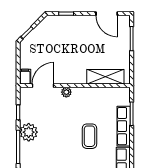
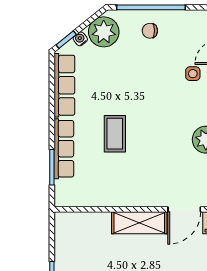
shelving: (105, 77) -> (139, 223), moved
plant: (66, 92) -> (150, 200), removed

